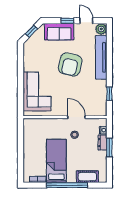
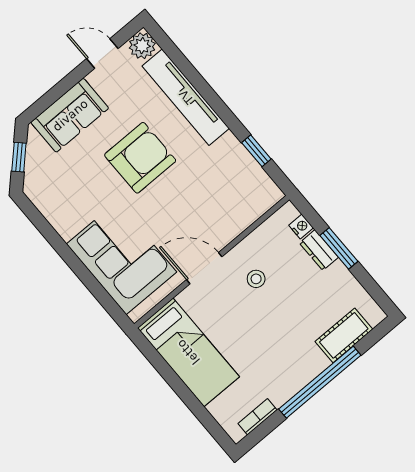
window: (67, 21) -> (68, 83), removed
armchair: (70, 64) -> (140, 158), turned -103
door: (76, 117) -> (204, 268), moved
bed: (56, 161) -> (188, 352), moved, turned 180

